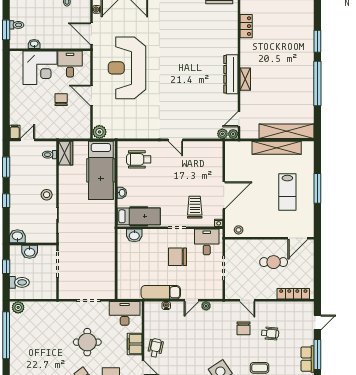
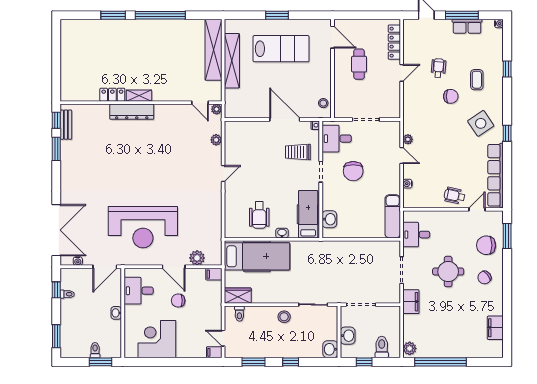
locker: (246, 26) -> (112, 95), moved
washbasin: (34, 44) -> (116, 313), moved
corner desk: (40, 68) -> (157, 339), moved, turned -90
dresser: (231, 74) -> (132, 112), moved
shelving: (245, 79) -> (139, 96), moved
door: (92, 95) -> (174, 267), hinge flipped
filing cabinet: (85, 132) -> (214, 274), added
plant: (99, 132) -> (197, 258), moved
plant: (222, 134) -> (216, 140), moved
wheelchair: (139, 159) -> (259, 215), moved
window: (317, 188) -> (277, 15), width x0.69
lab bench: (287, 192) -> (281, 49), width x1.36, depth x1.39
exam couch: (161, 292) -> (393, 216), moved
door: (247, 300) -> (402, 73), moved
desk: (125, 313) -> (416, 235), width x0.73
chair: (243, 328) -> (451, 96), moved
filing cabinet: (135, 344) -> (411, 302), moved, turned -90

